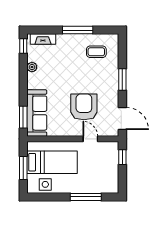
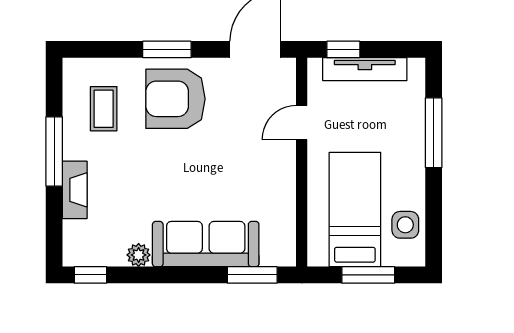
fireplace: (43, 39) -> (75, 190), moved
armchair: (84, 107) -> (175, 99), moved
sofa: (37, 113) -> (206, 244), moved
tv unit: (114, 167) -> (365, 69), added

